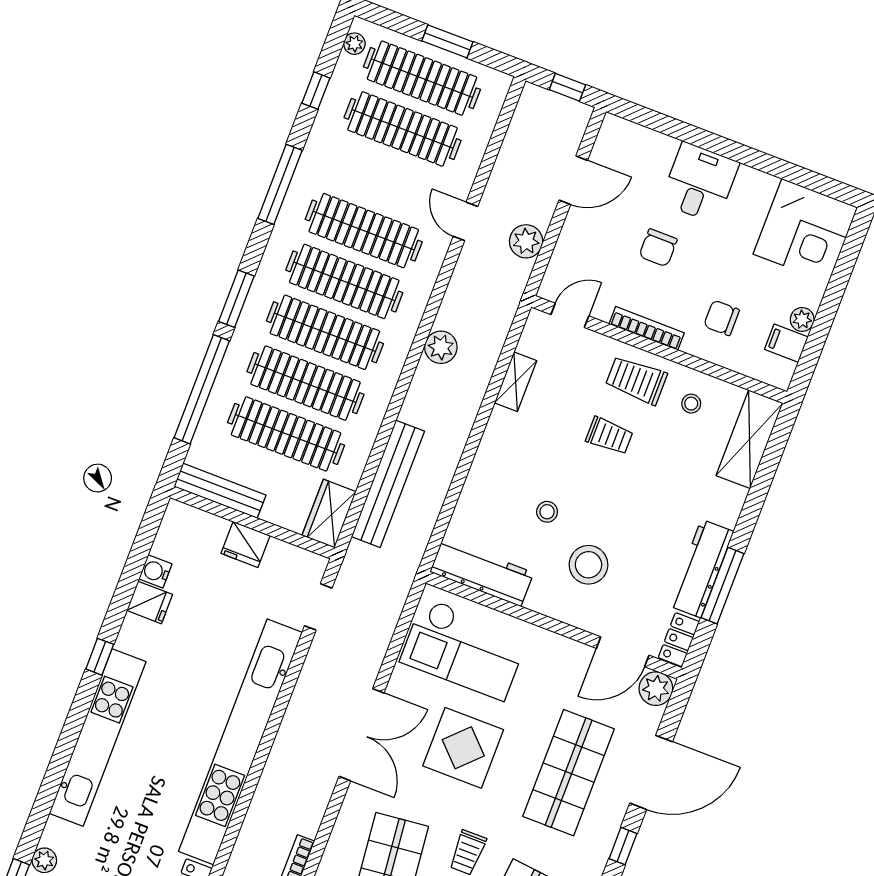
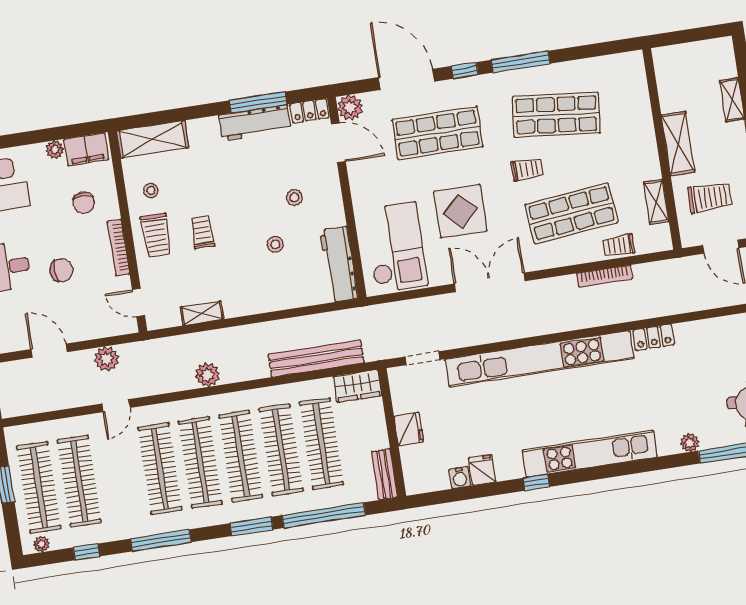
filing cabinet: (786, 343) -> (86, 149), width x2.00
bench: (220, 491) -> (385, 474), width x0.73
stool: (588, 565) -> (294, 198), width x0.53, depth x0.53

